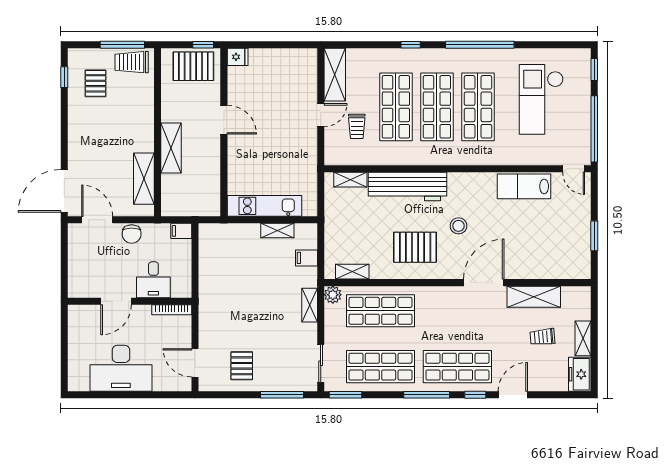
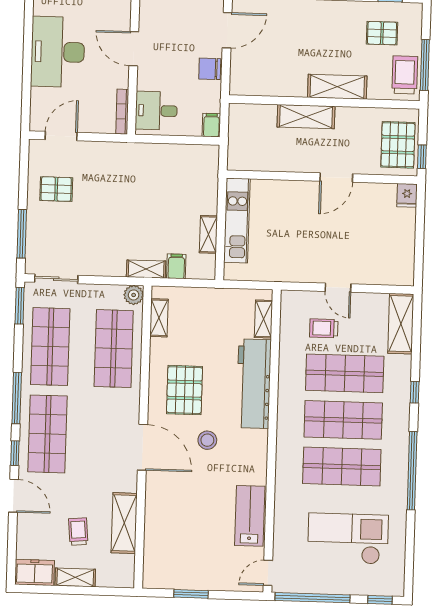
shelving: (335, 75) -> (401, 324), moved, turned 90
shelving: (144, 179) -> (337, 87), moved
desk: (153, 280) -> (156, 111), moved
door: (484, 283) -> (143, 447), moved
shelving: (310, 305) -> (146, 269), moved

